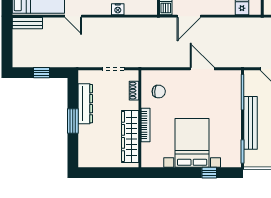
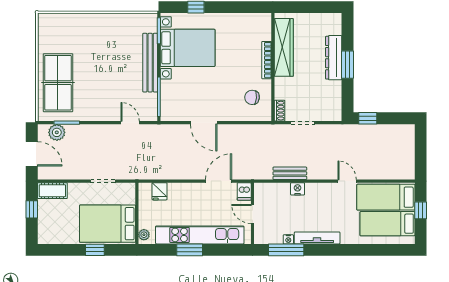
bench: (27, 23) -> (290, 173), moved
window: (41, 73) -> (368, 118), moved
shoe rack: (134, 91) -> (280, 111), moved
dresser: (85, 104) -> (334, 58), moved
bed with nightstands: (192, 143) -> (188, 48), moved, turned -90

